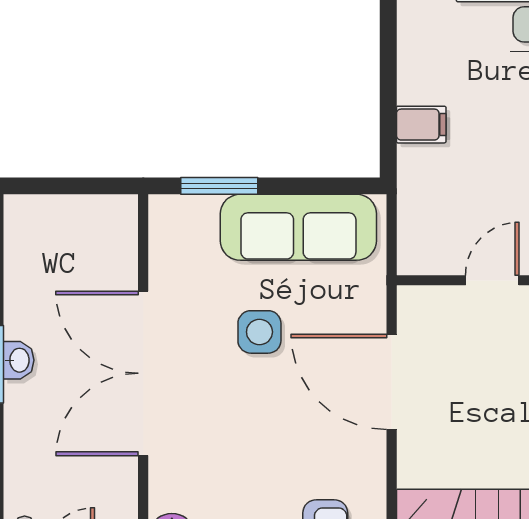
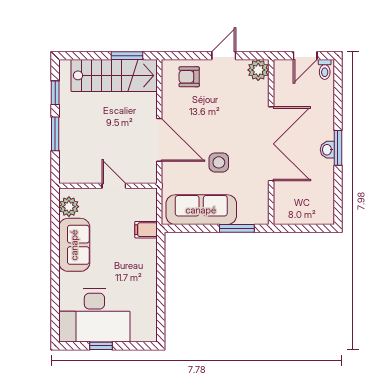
filing cabinet: (421, 125) -> (146, 230), moved
door: (492, 280) -> (114, 186), swing flipped

